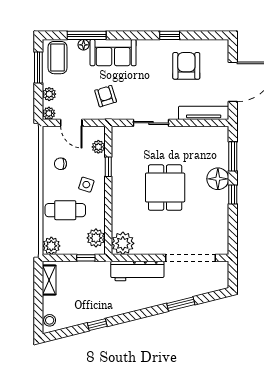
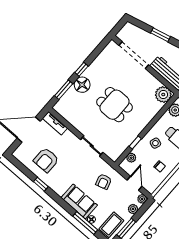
tv unit: (204, 113) -> (55, 123), width x0.71
dining table: (165, 188) -> (114, 105), turned 90

